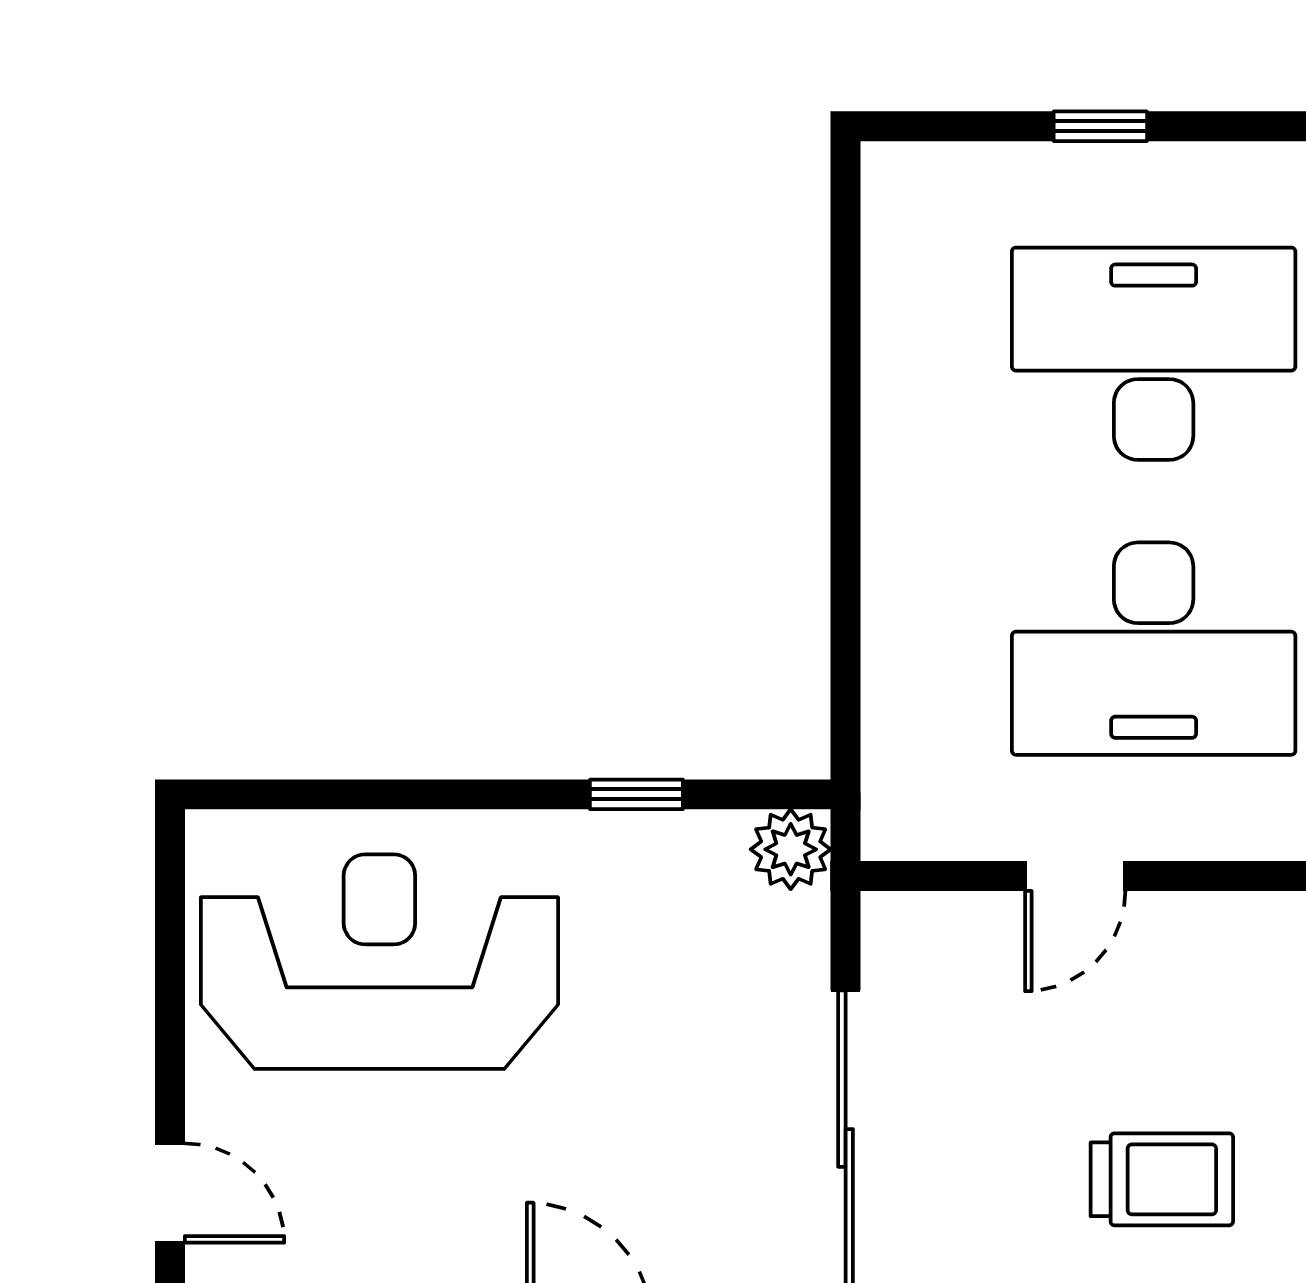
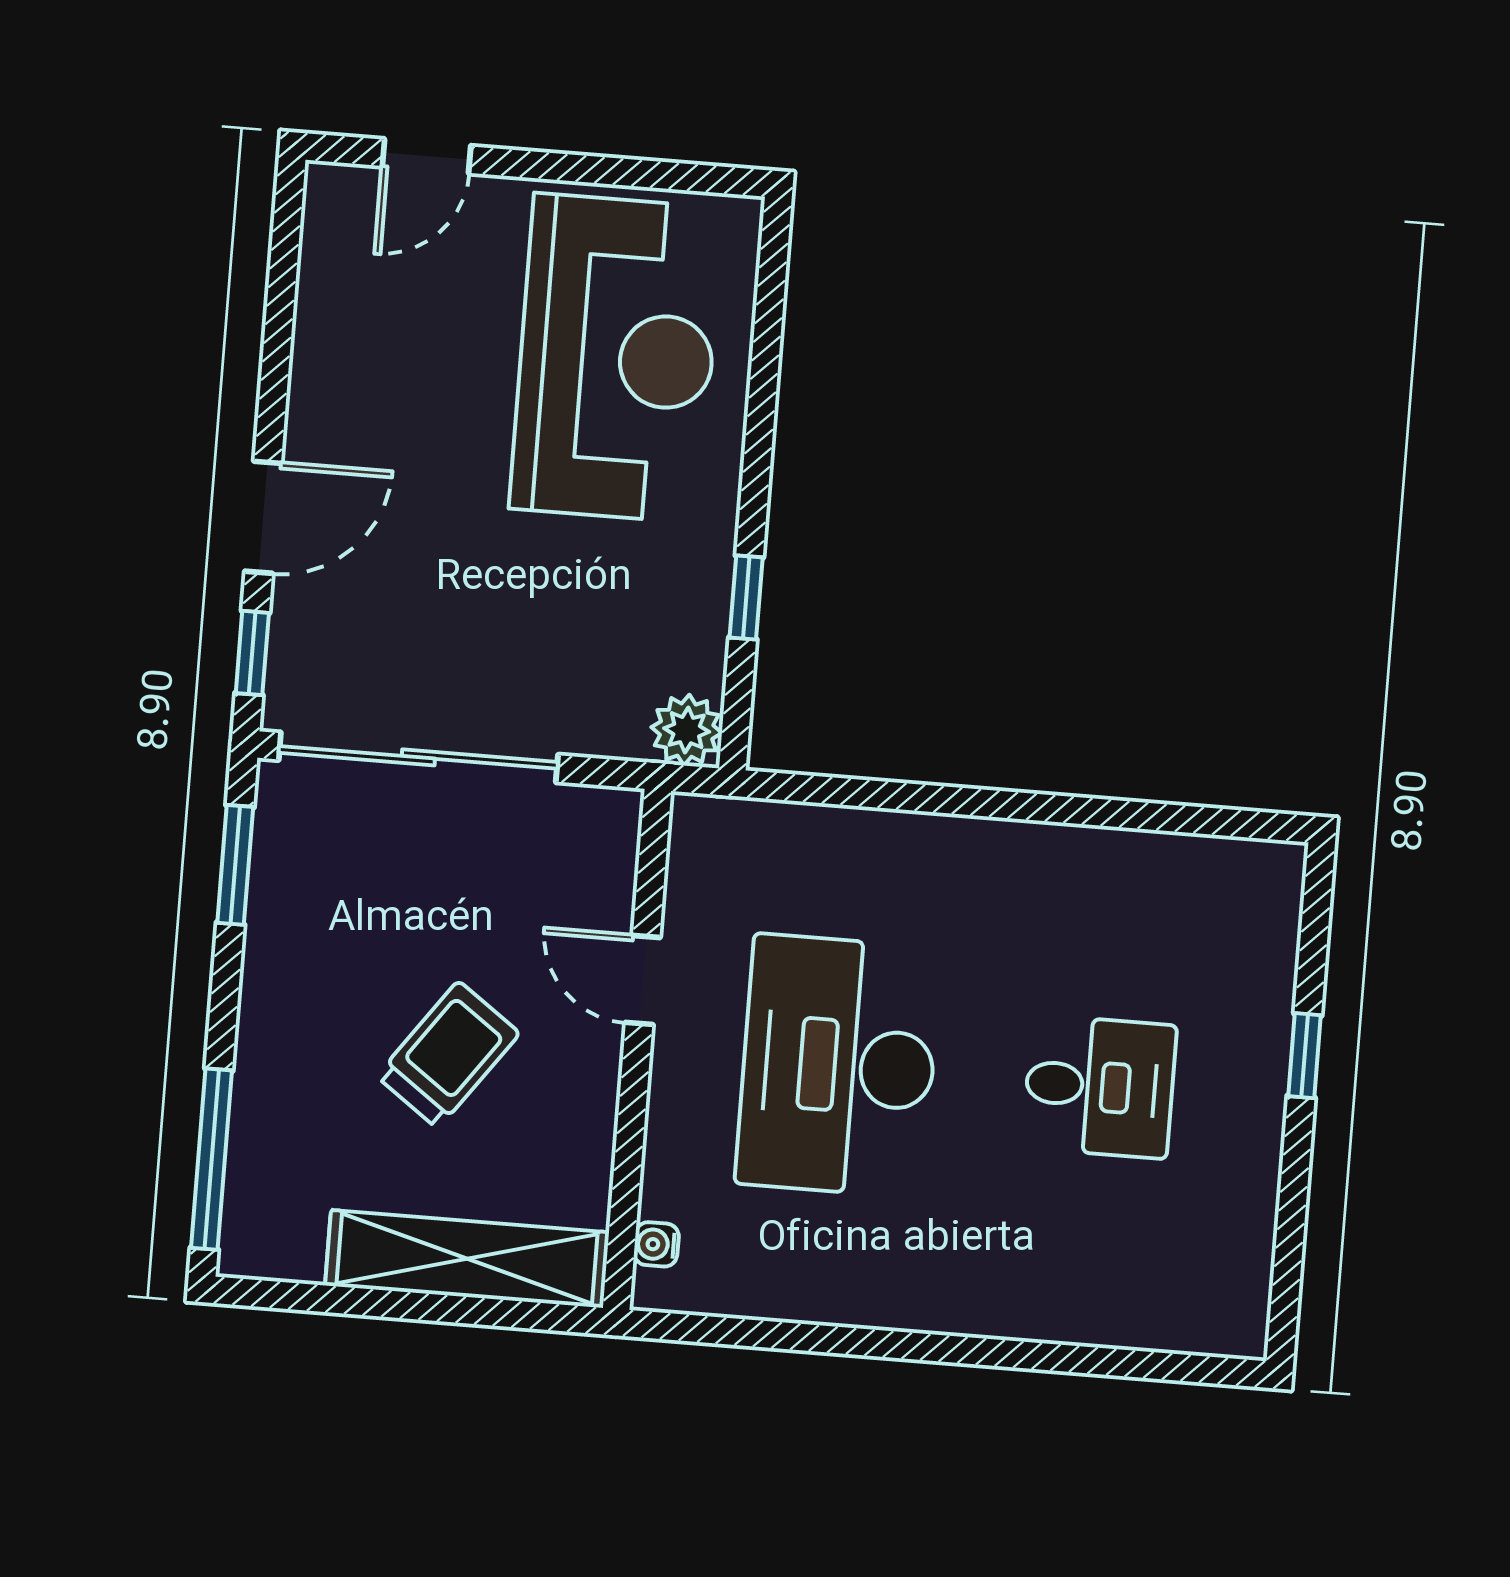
desk: (1154, 354) -> (1099, 1087), width x0.53, depth x0.77
trolley: (1162, 1179) -> (448, 1055), moved, turned -144

